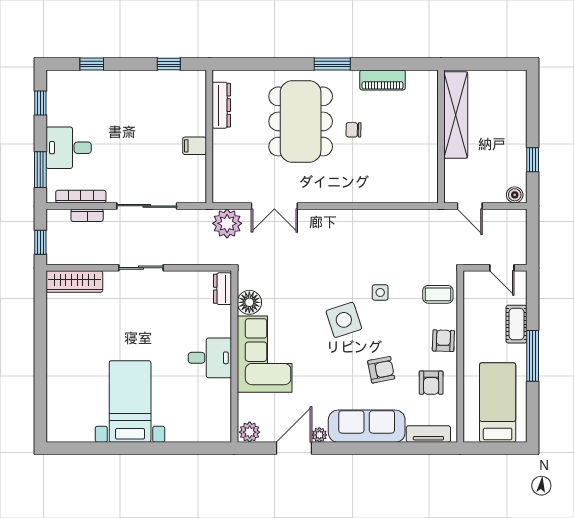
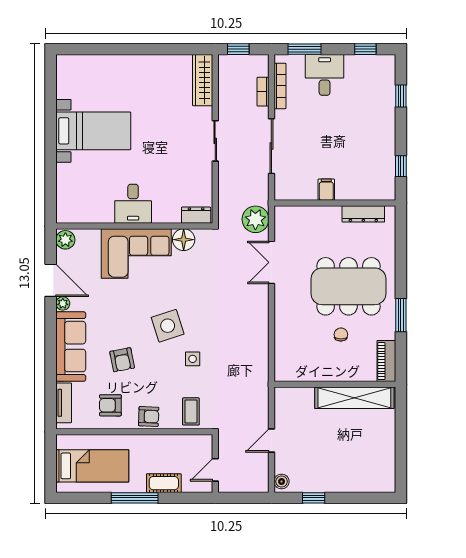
shelving: (456, 115) -> (354, 398), moved
wall: (441, 136) -> (335, 384), moved

